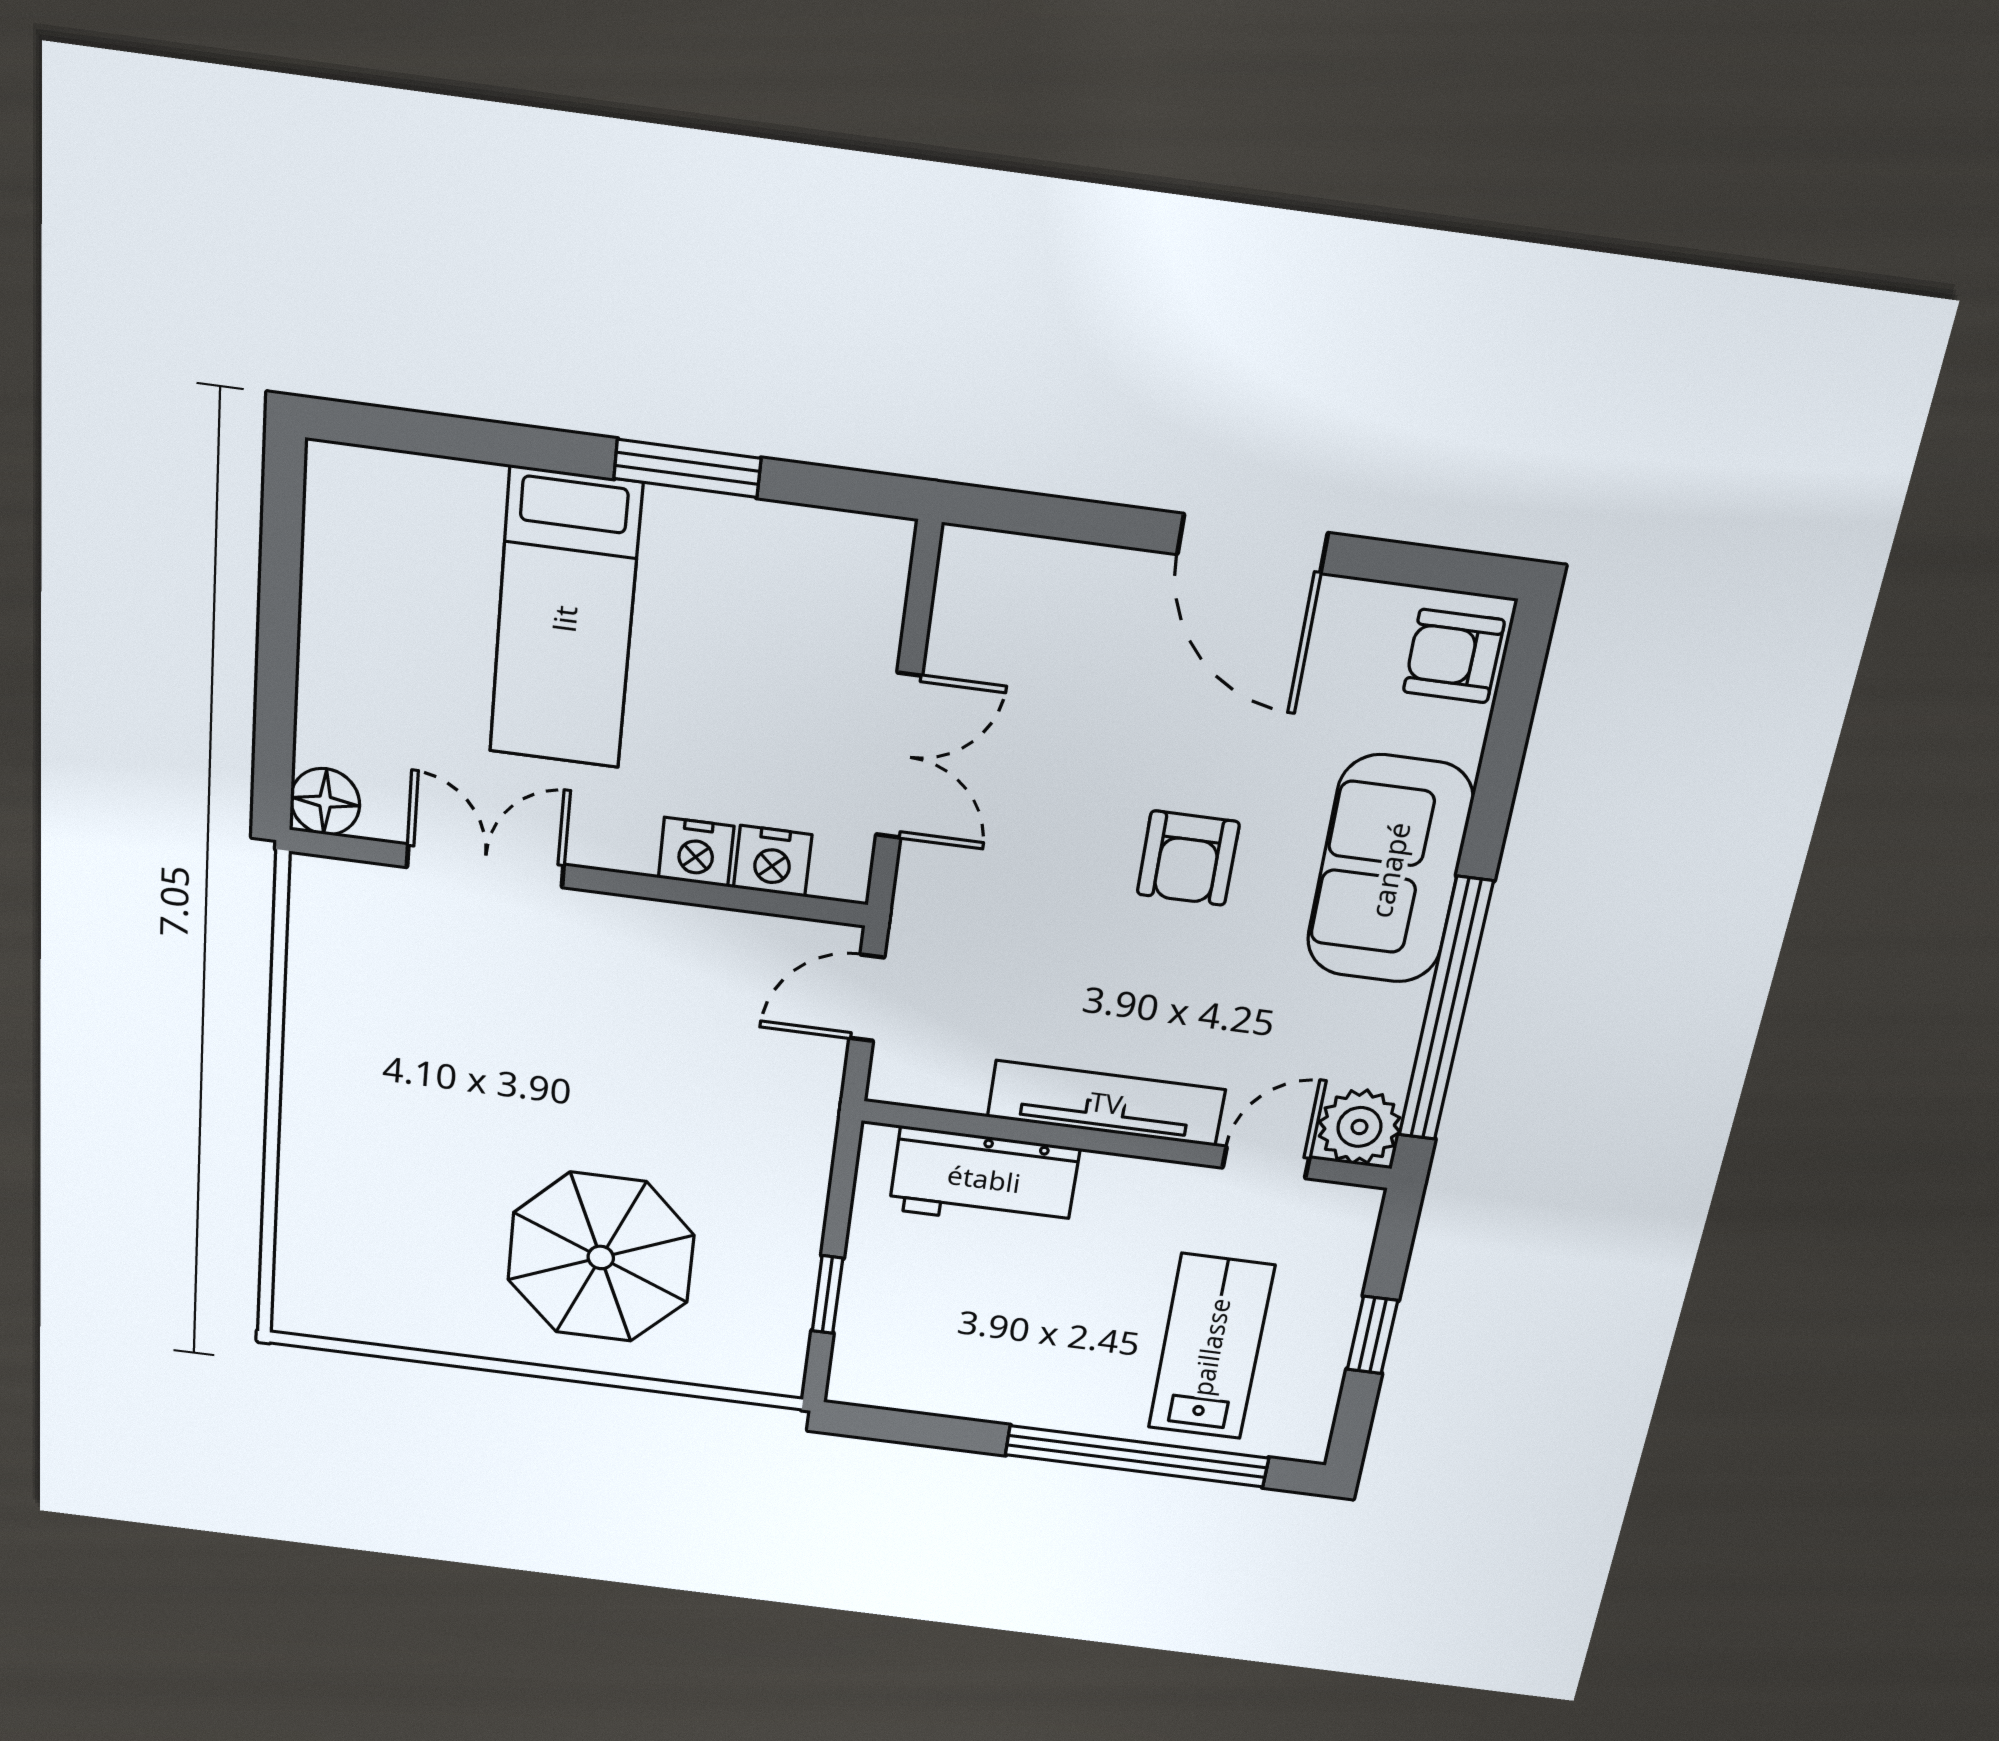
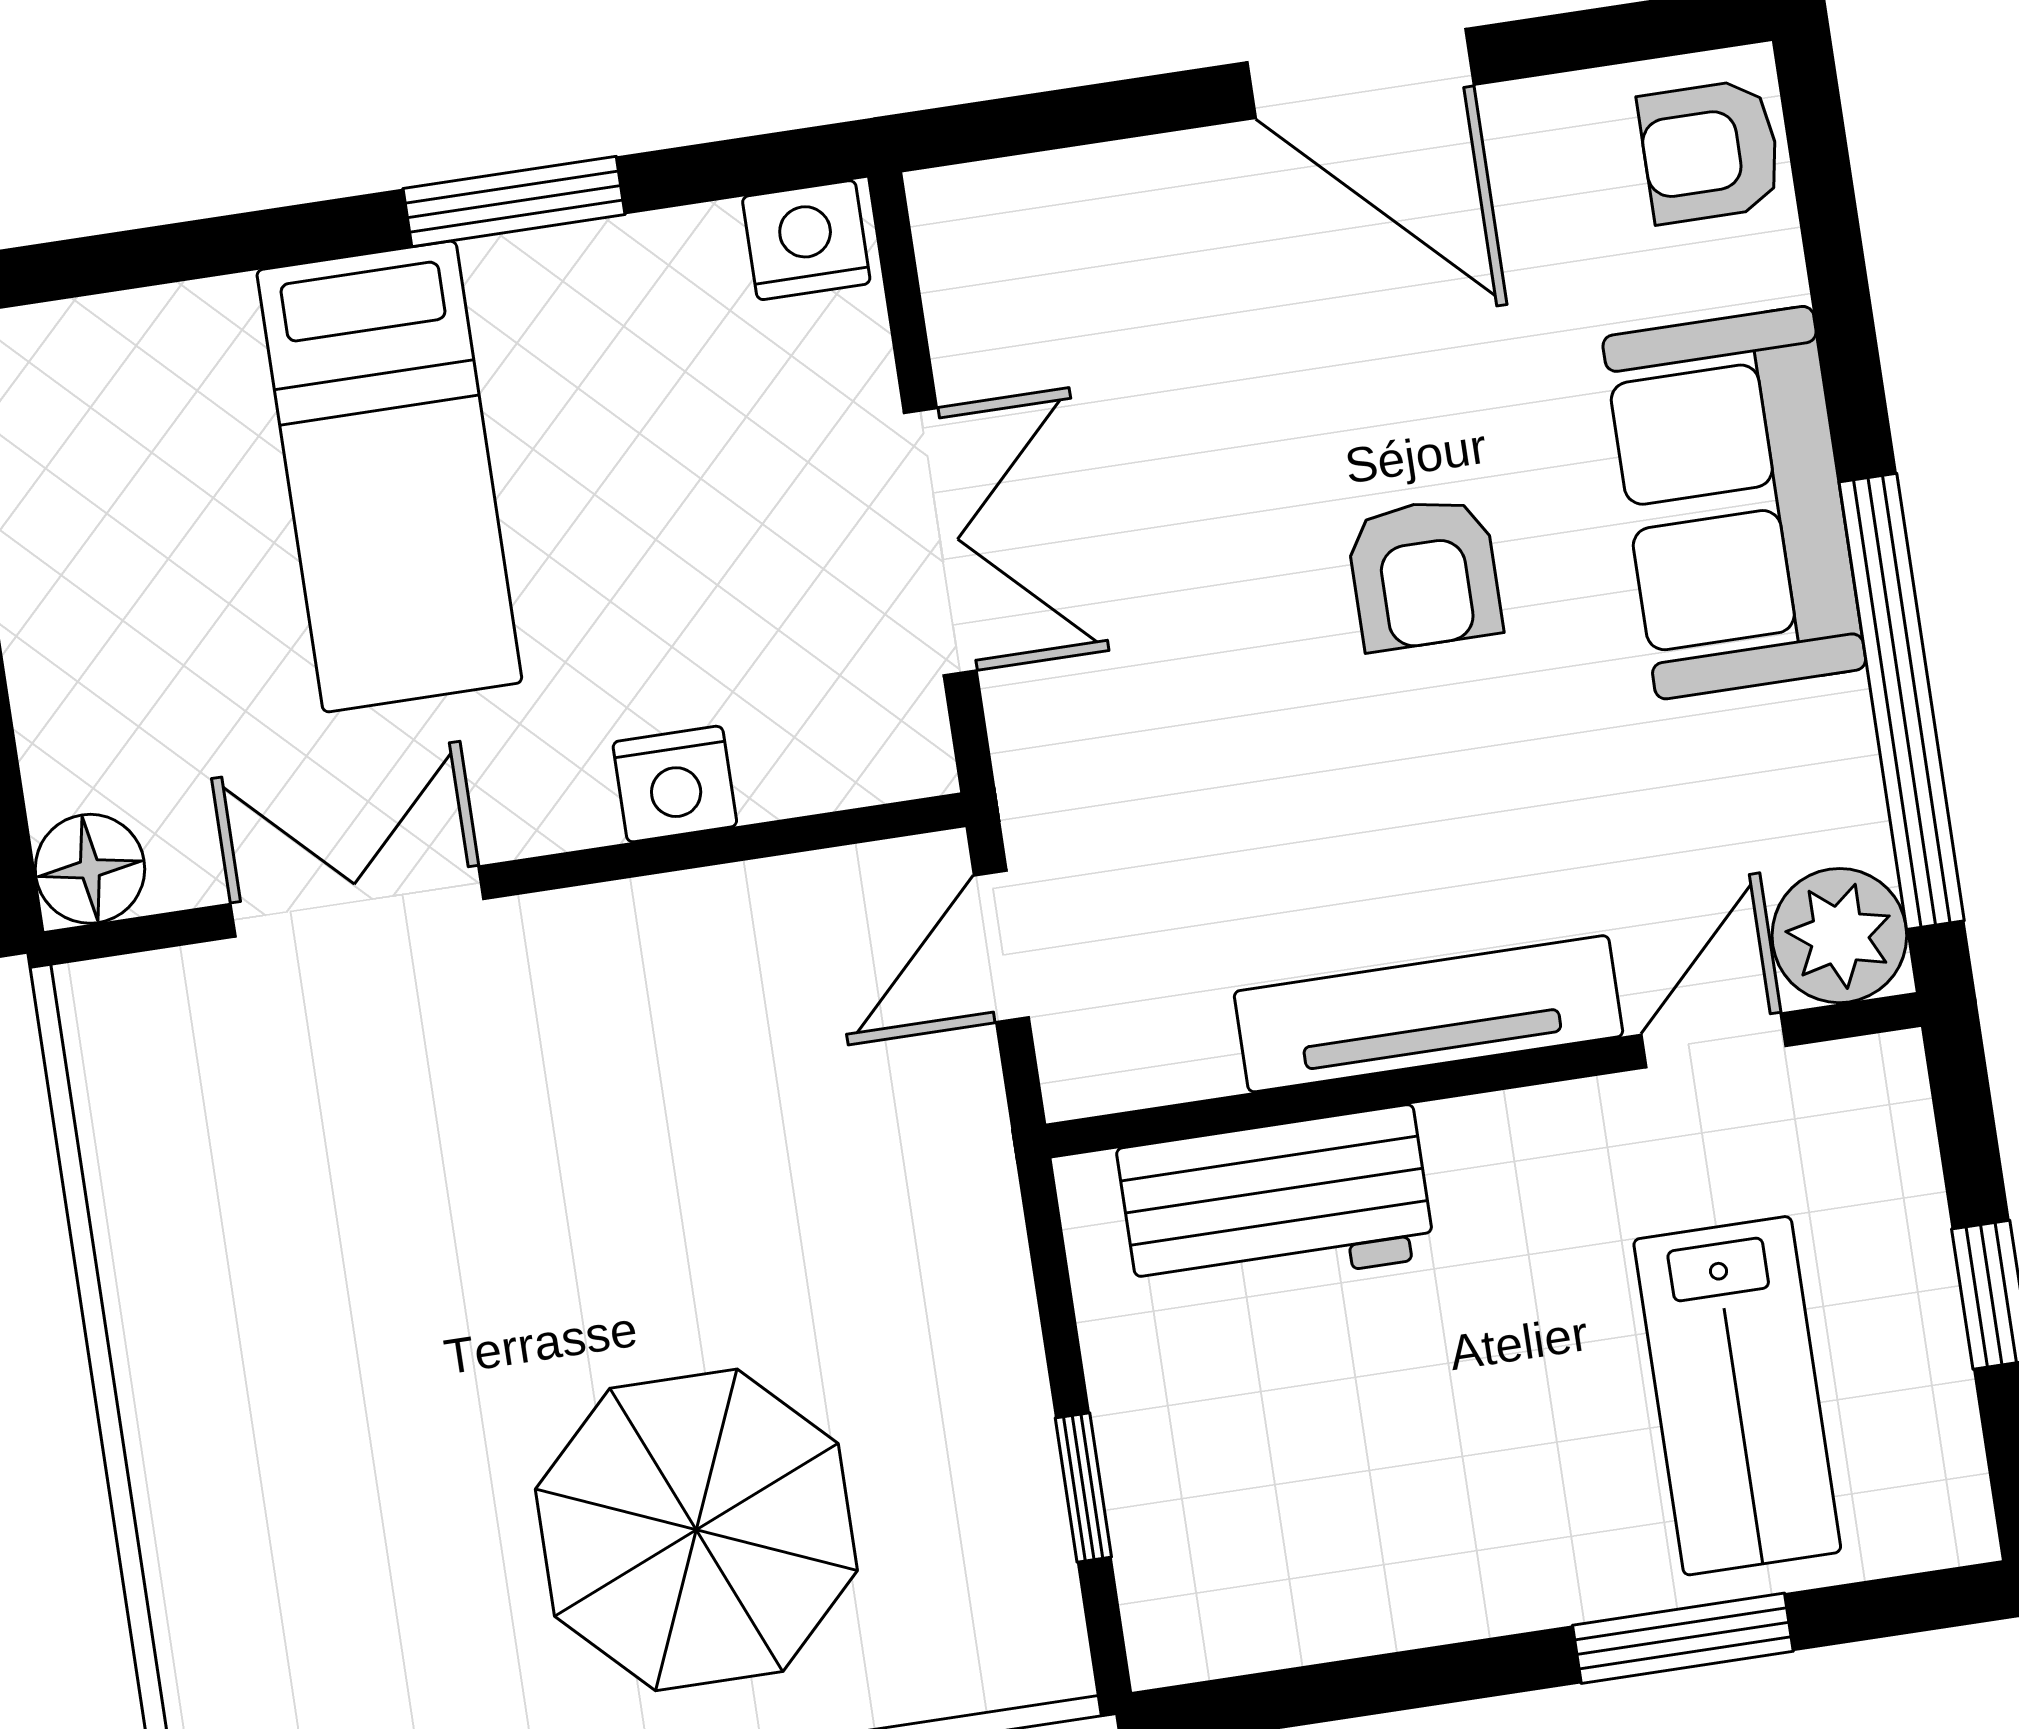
nightstand: (773, 861) -> (806, 240), moved, turned 180
lab bench: (1211, 1347) -> (1737, 1396), turned 180
window: (1137, 1456) -> (1683, 1638), width x0.47

